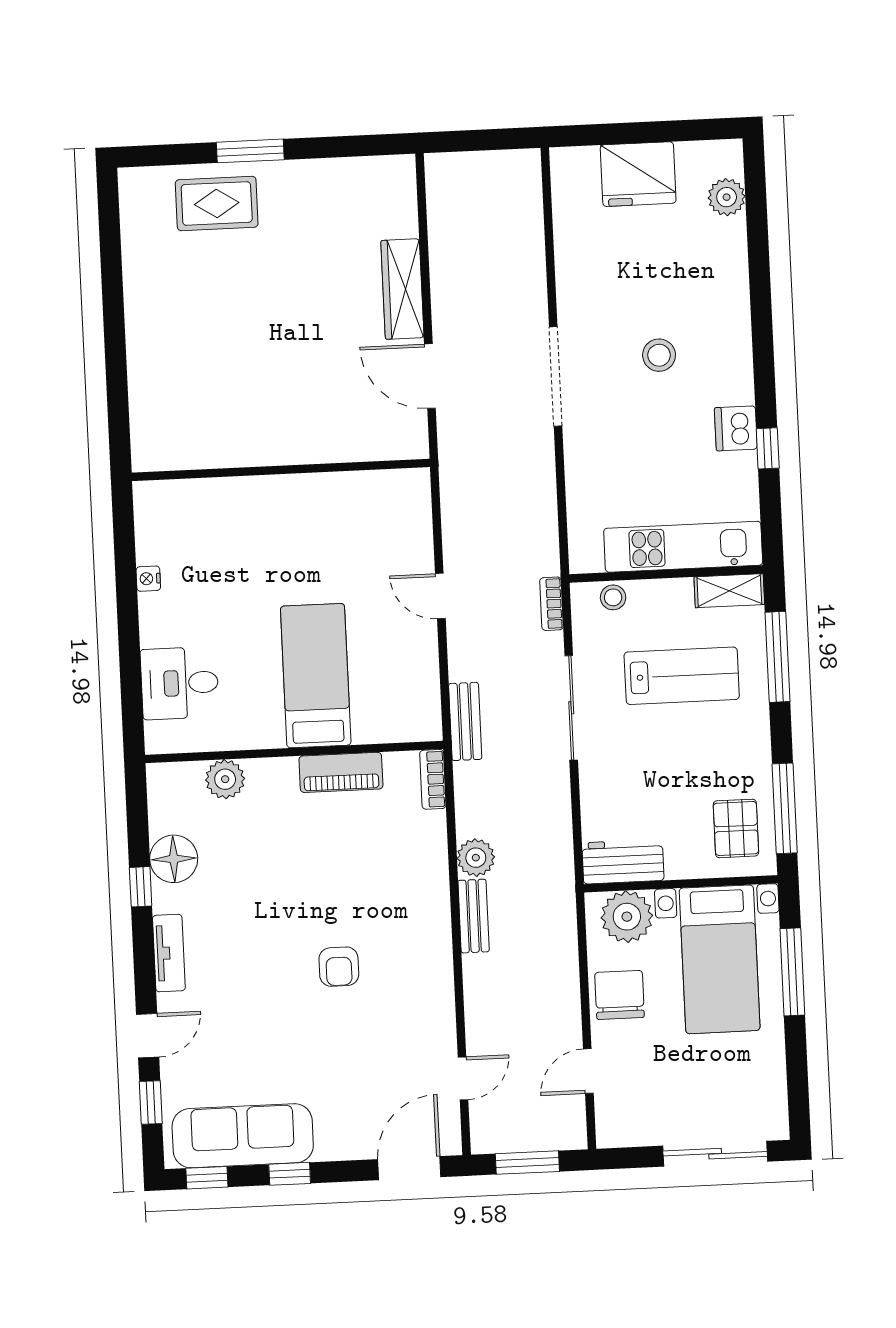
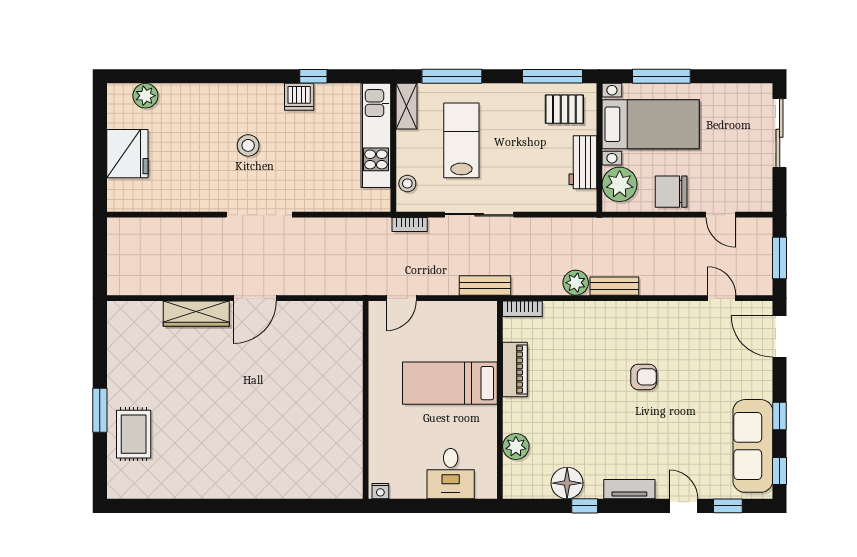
wall: (281, 470) -> (366, 400), moved
workbench: (623, 862) -> (583, 162), moved

